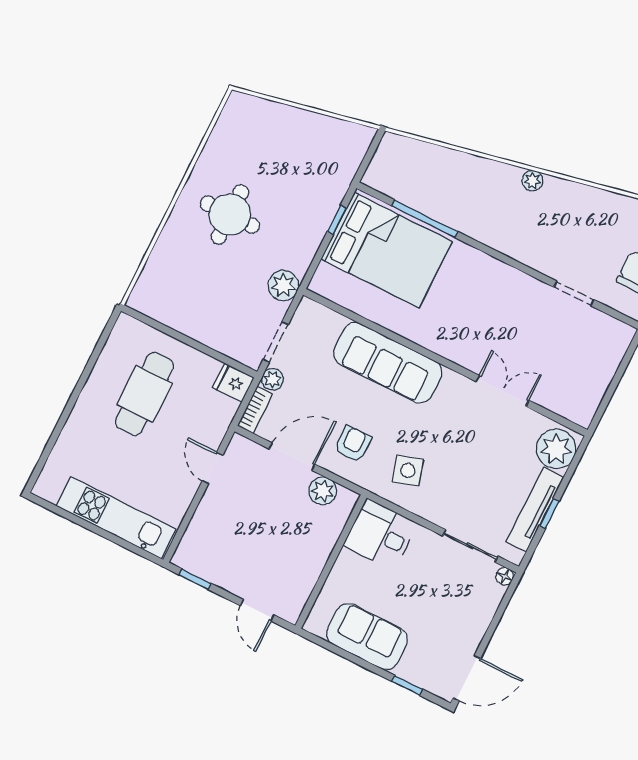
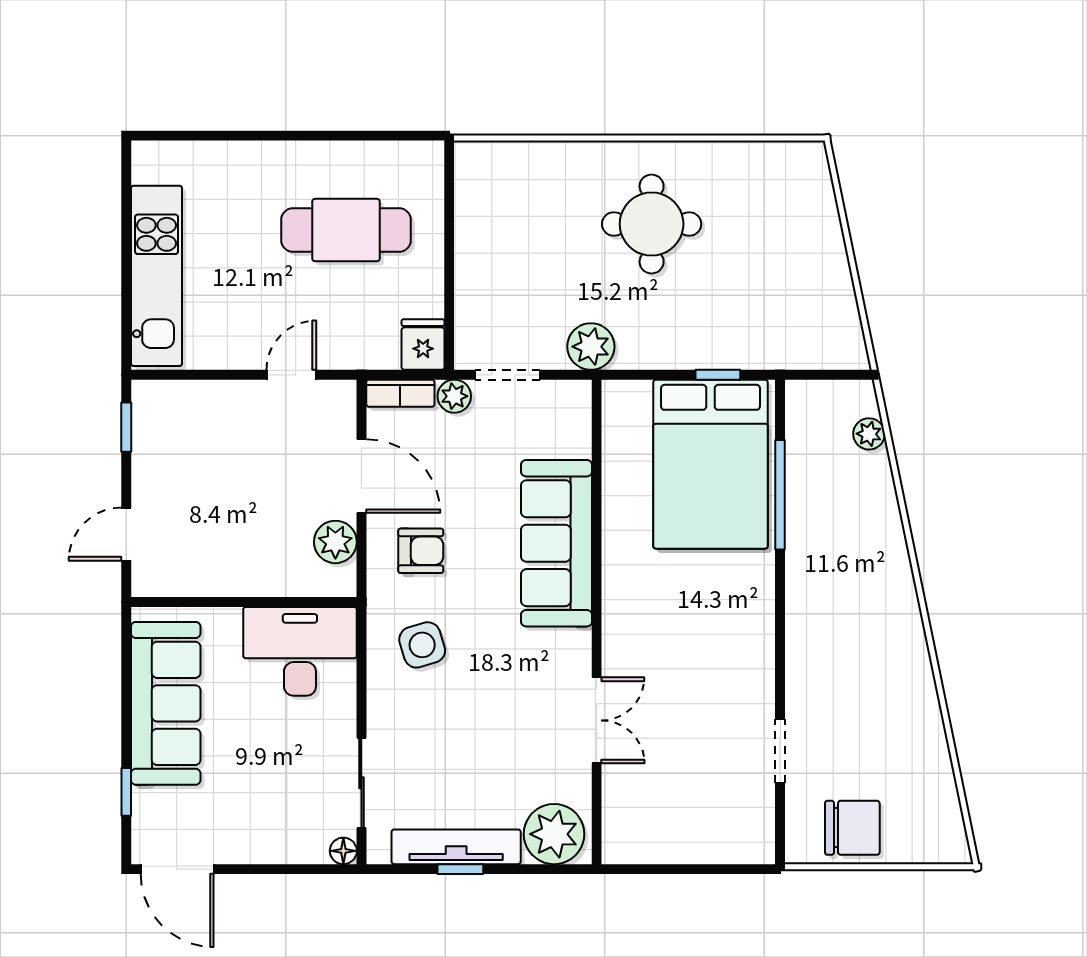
plant: (532, 181) -> (869, 434), moved
desk: (380, 534) -> (300, 651), width x1.37
sofa: (367, 637) -> (166, 703), width x1.36

